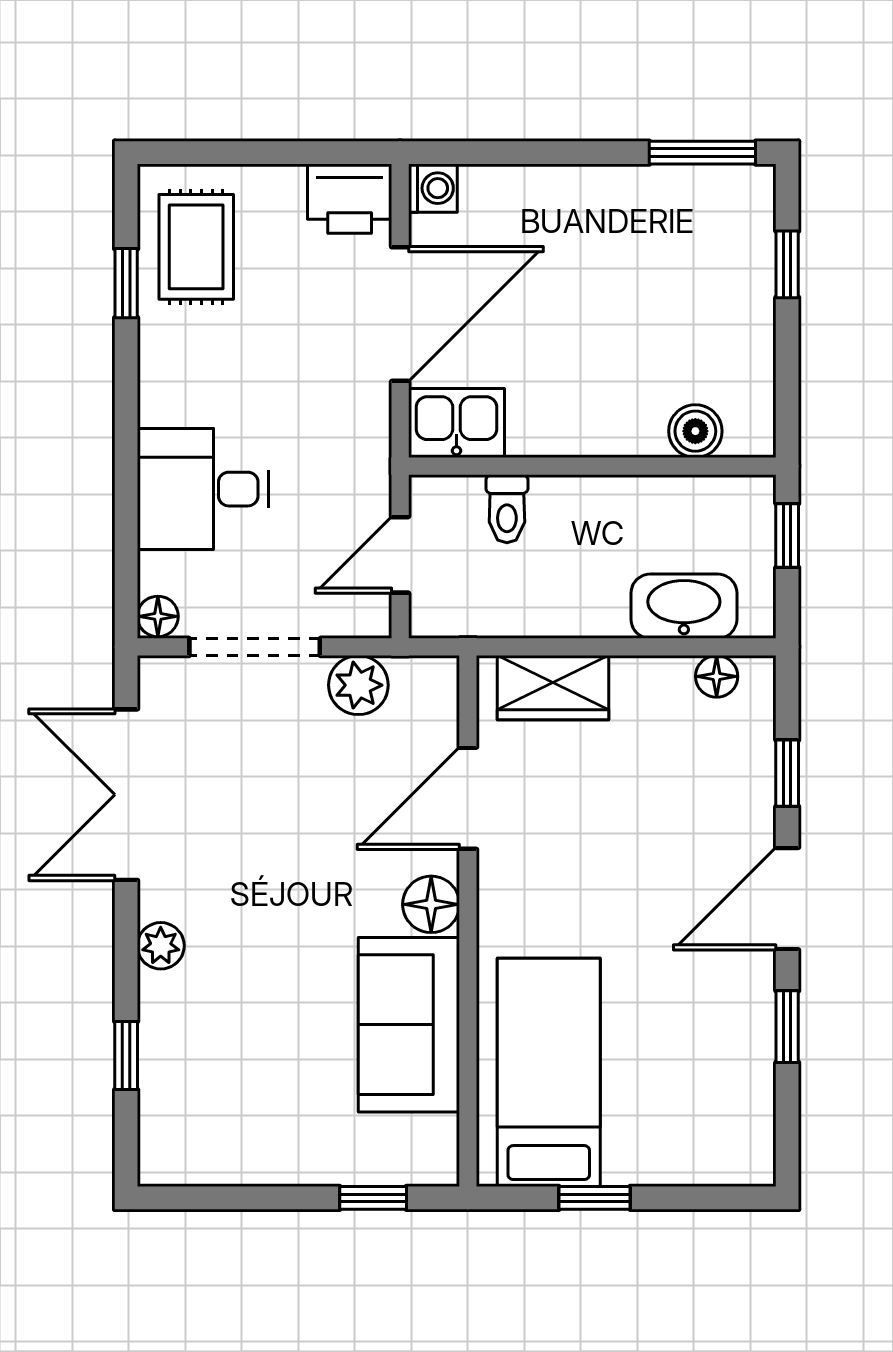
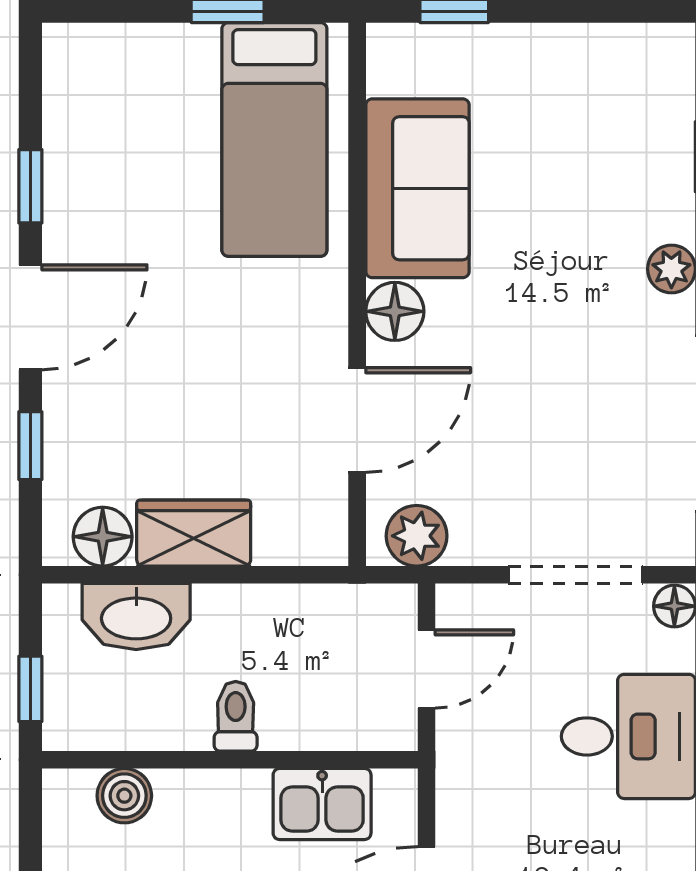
kitchen sink: (457, 423) -> (322, 804), moved
toilet: (507, 509) -> (236, 716), moved
floor lamp: (717, 676) -> (103, 537), width x1.37, depth x1.37
plant: (358, 685) -> (417, 536), moved
wardrobe: (553, 688) -> (194, 533), moved

